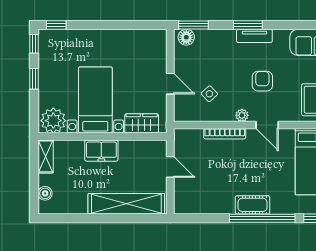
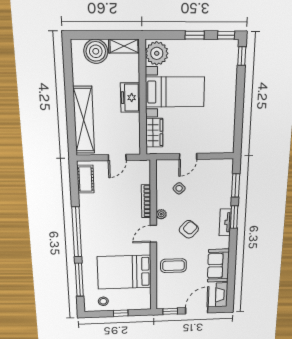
window: (193, 25) -> (236, 185), moved
floor lamp: (186, 37) -> (226, 169), removed
armchair: (262, 81) -> (189, 229), turned -48
boiler: (45, 193) -> (96, 51), width x1.86, depth x1.86
cot: (253, 205) -> (85, 179), moved

